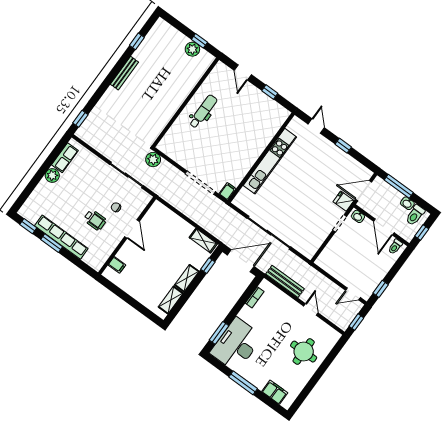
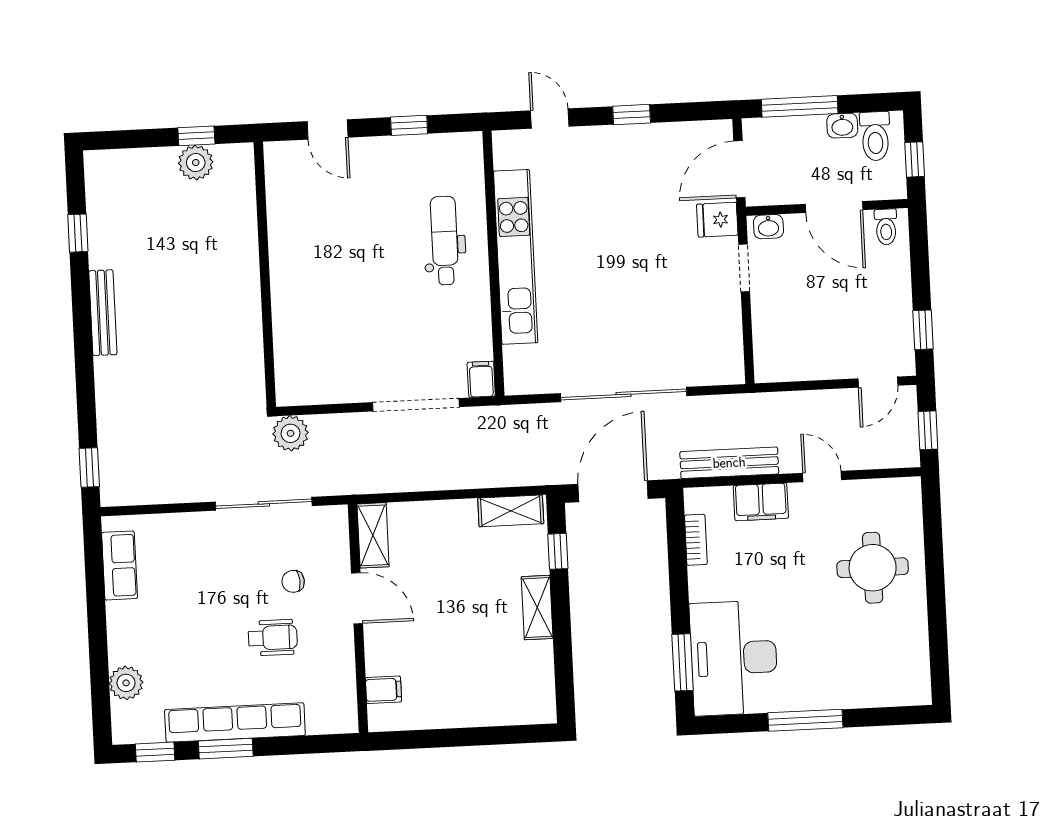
dental chair: (203, 111) -> (445, 241), moved
plant: (52, 175) -> (126, 683), moved
shelving: (171, 300) -> (373, 535), moved
filing cabinet: (275, 392) -> (761, 502), moved, turned 180

